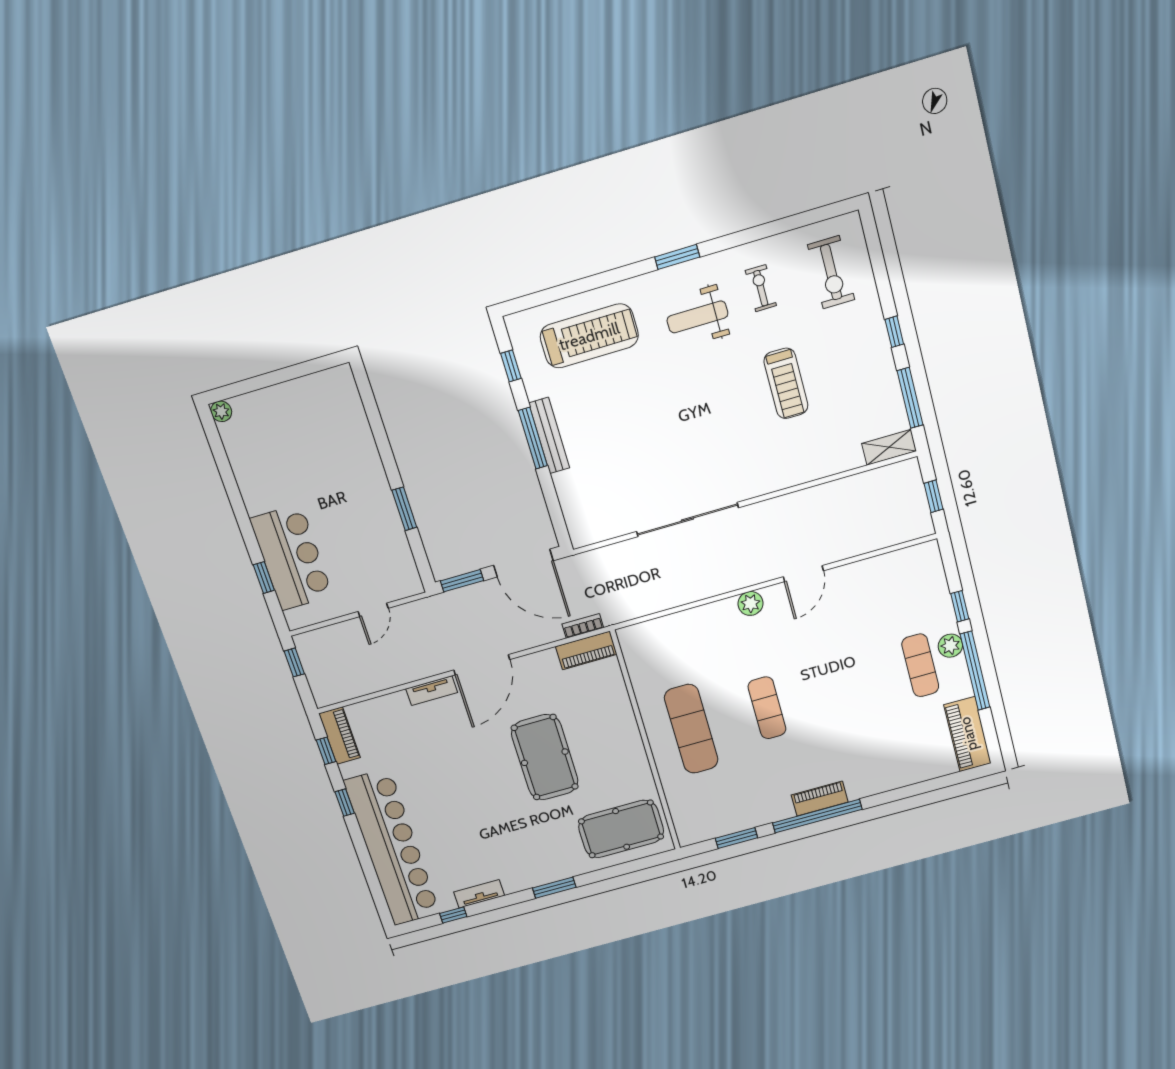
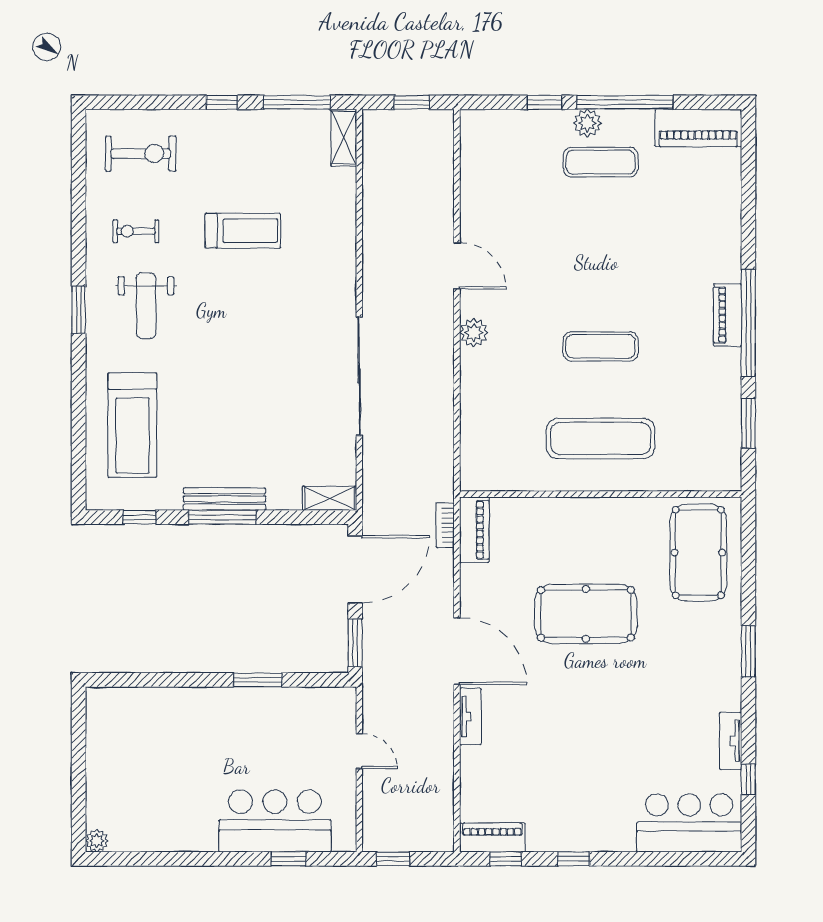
treadmill: (589, 336) -> (132, 425), turned 180
shelving: (577, 525) -> (330, 498), added
bar counter: (392, 848) -> (689, 823), width x0.54

